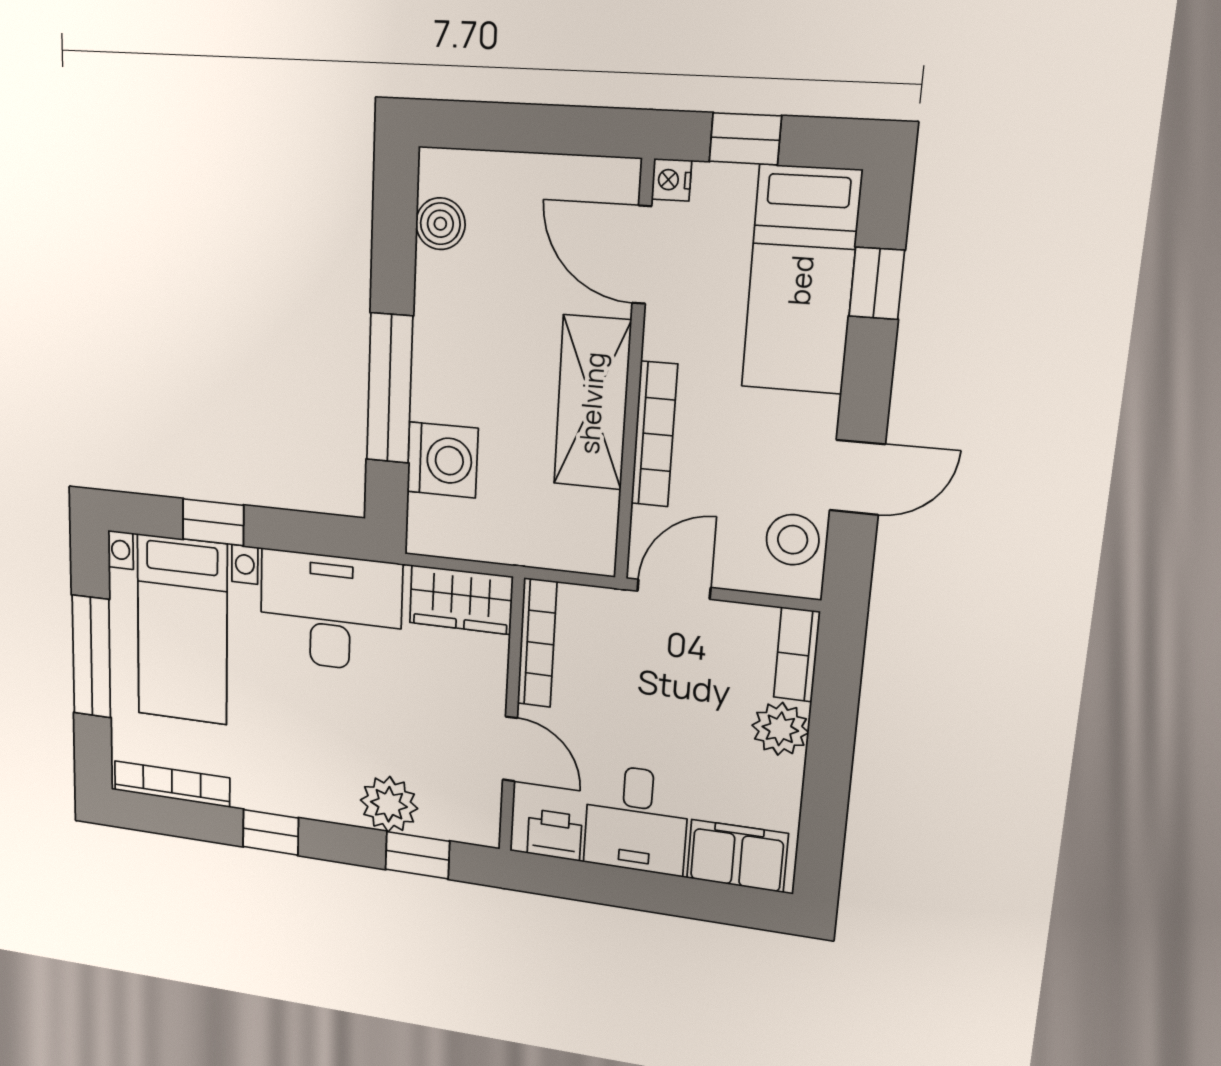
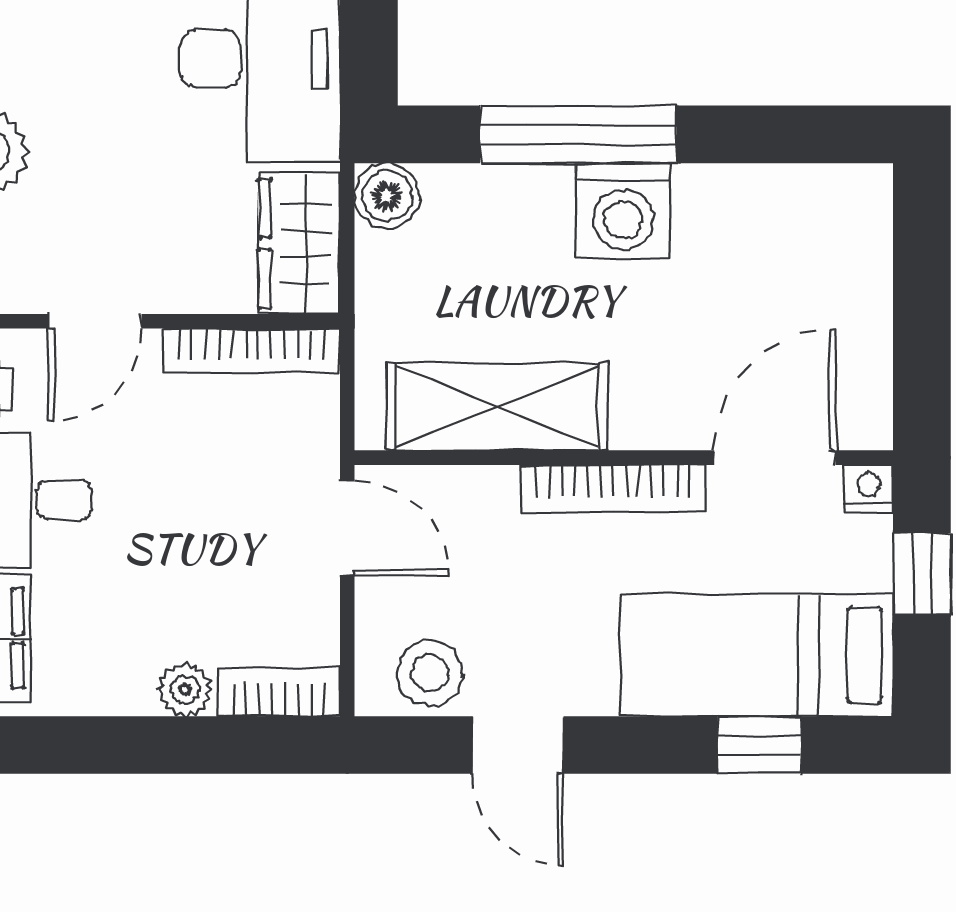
boiler: (440, 224) -> (387, 196), moved
shelving: (592, 403) -> (497, 406), moved
bookcase: (654, 434) -> (613, 489), moved
washing machine: (442, 460) -> (623, 210), moved
plant: (780, 729) -> (185, 690), width x0.73, depth x0.73

